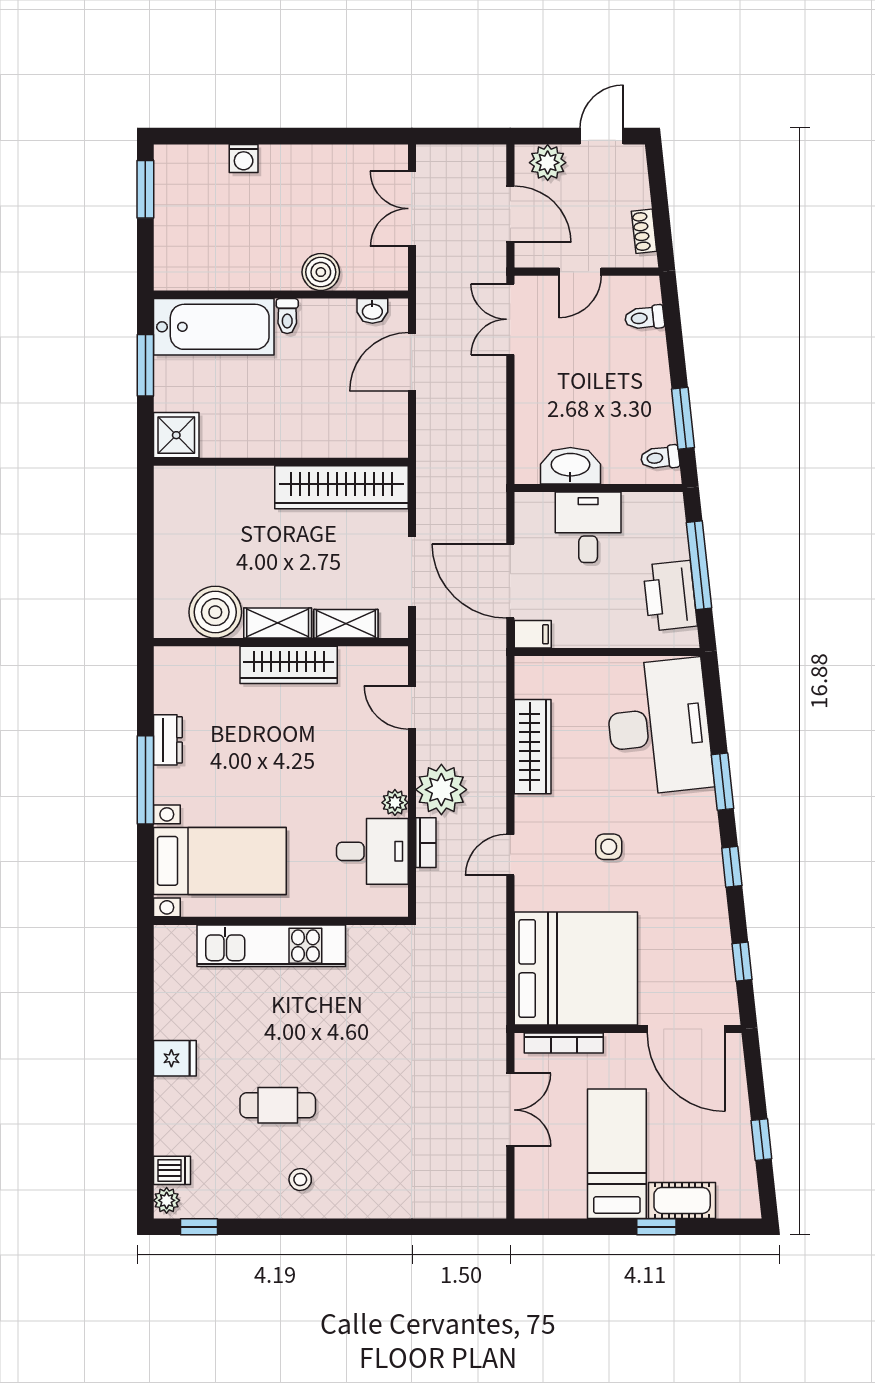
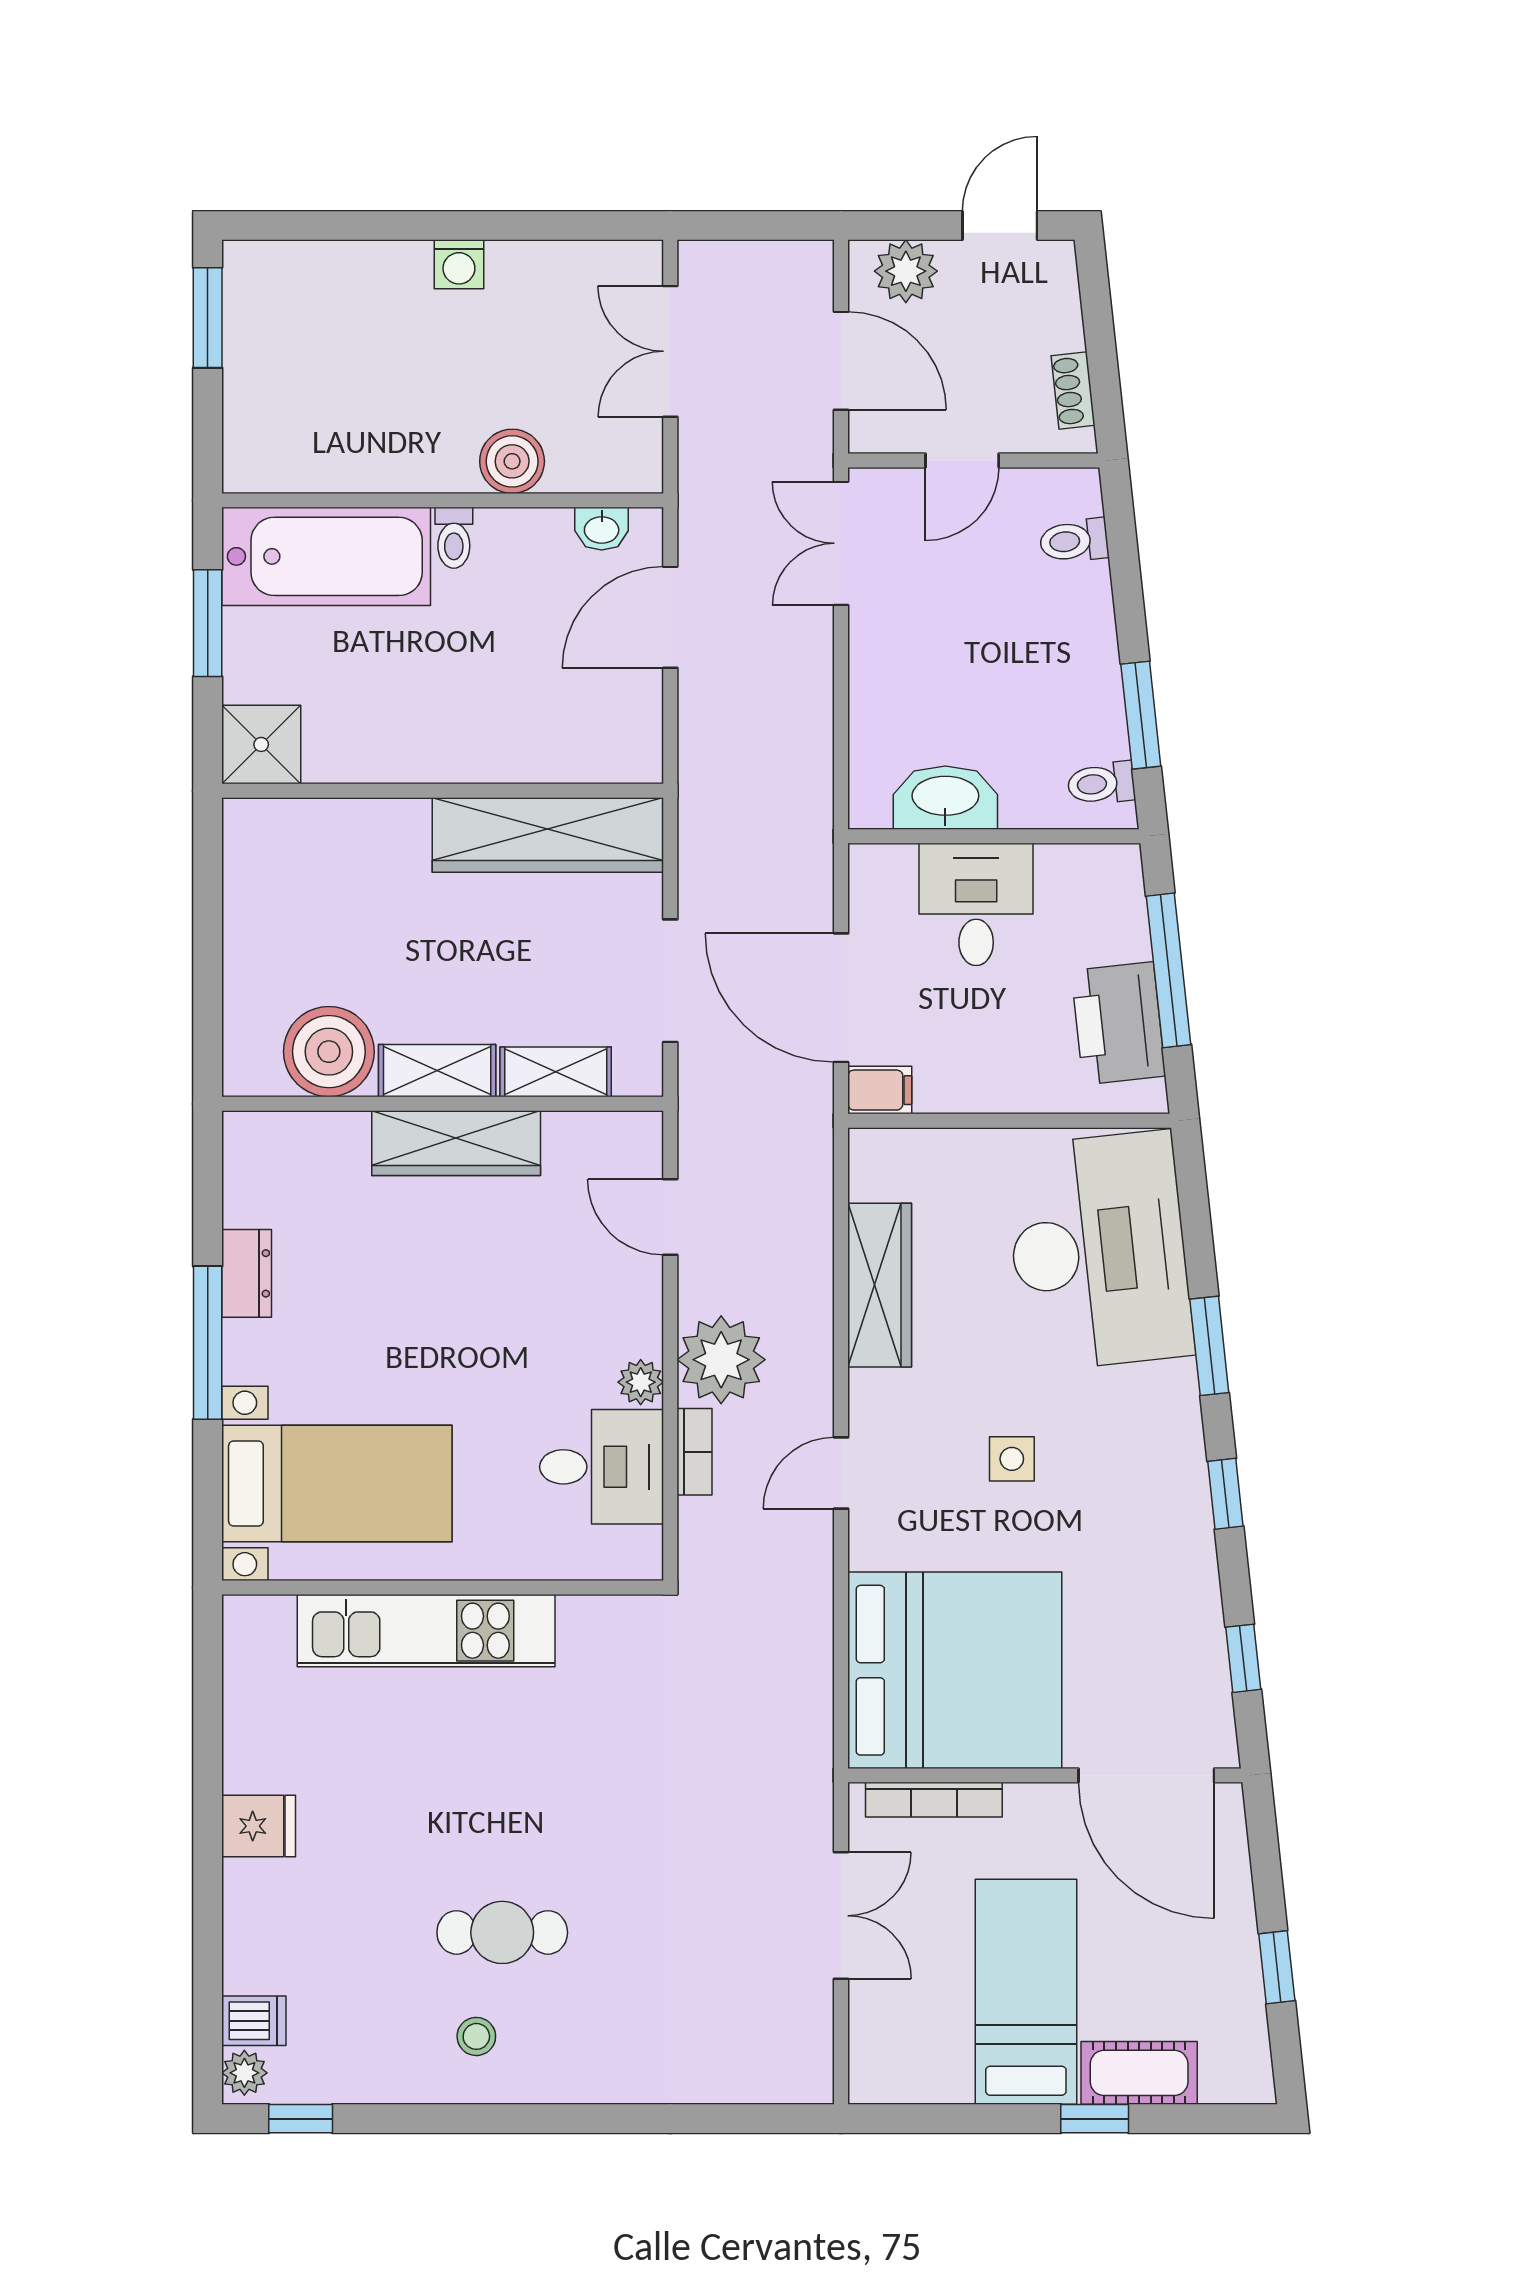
washing machine: (244, 159) -> (459, 264), moved
cafe table: (278, 1105) -> (502, 1932), moved

